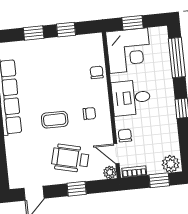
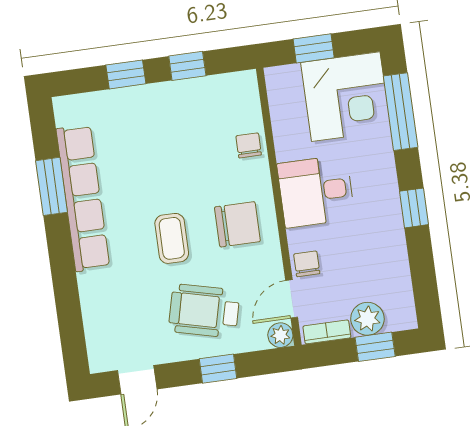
corner desk: (129, 51) -> (346, 97), moved
chair: (89, 114) -> (237, 224), width x1.87, depth x1.87
coffee table: (55, 120) -> (172, 238), turned 90
door: (116, 154) -> (292, 299), hinge flipped
plant: (171, 164) -> (367, 319), moved

